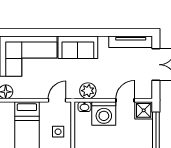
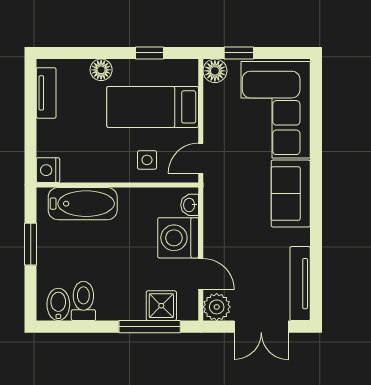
plant: (88, 91) -> (217, 307), moved
door: (57, 100) -> (201, 158), swing flipped
shower: (144, 110) -> (161, 306), moved

